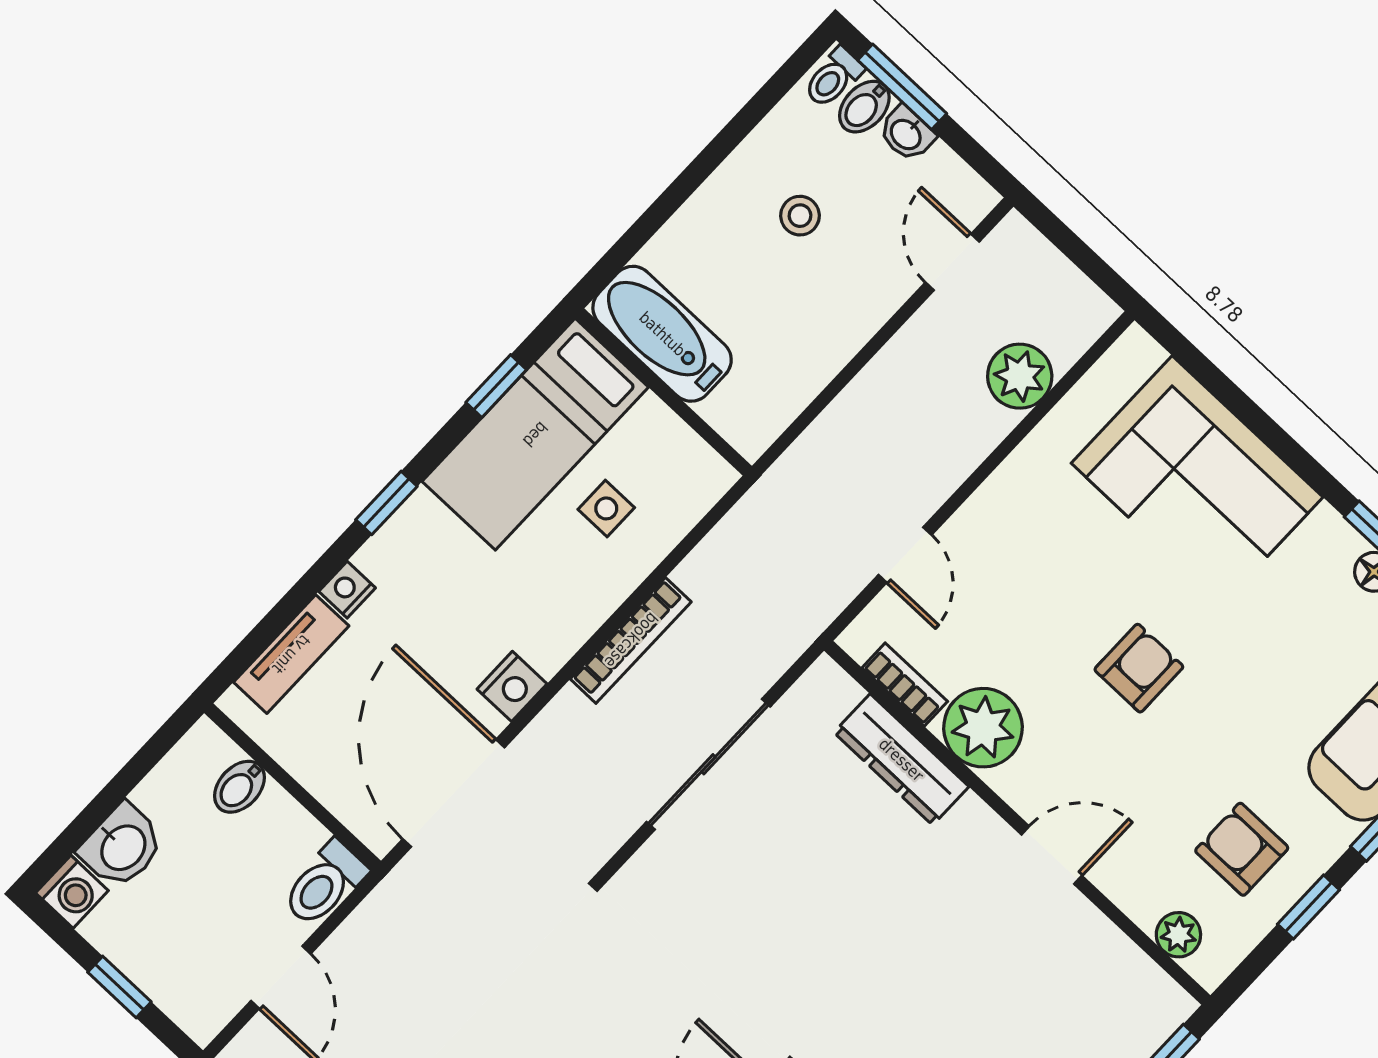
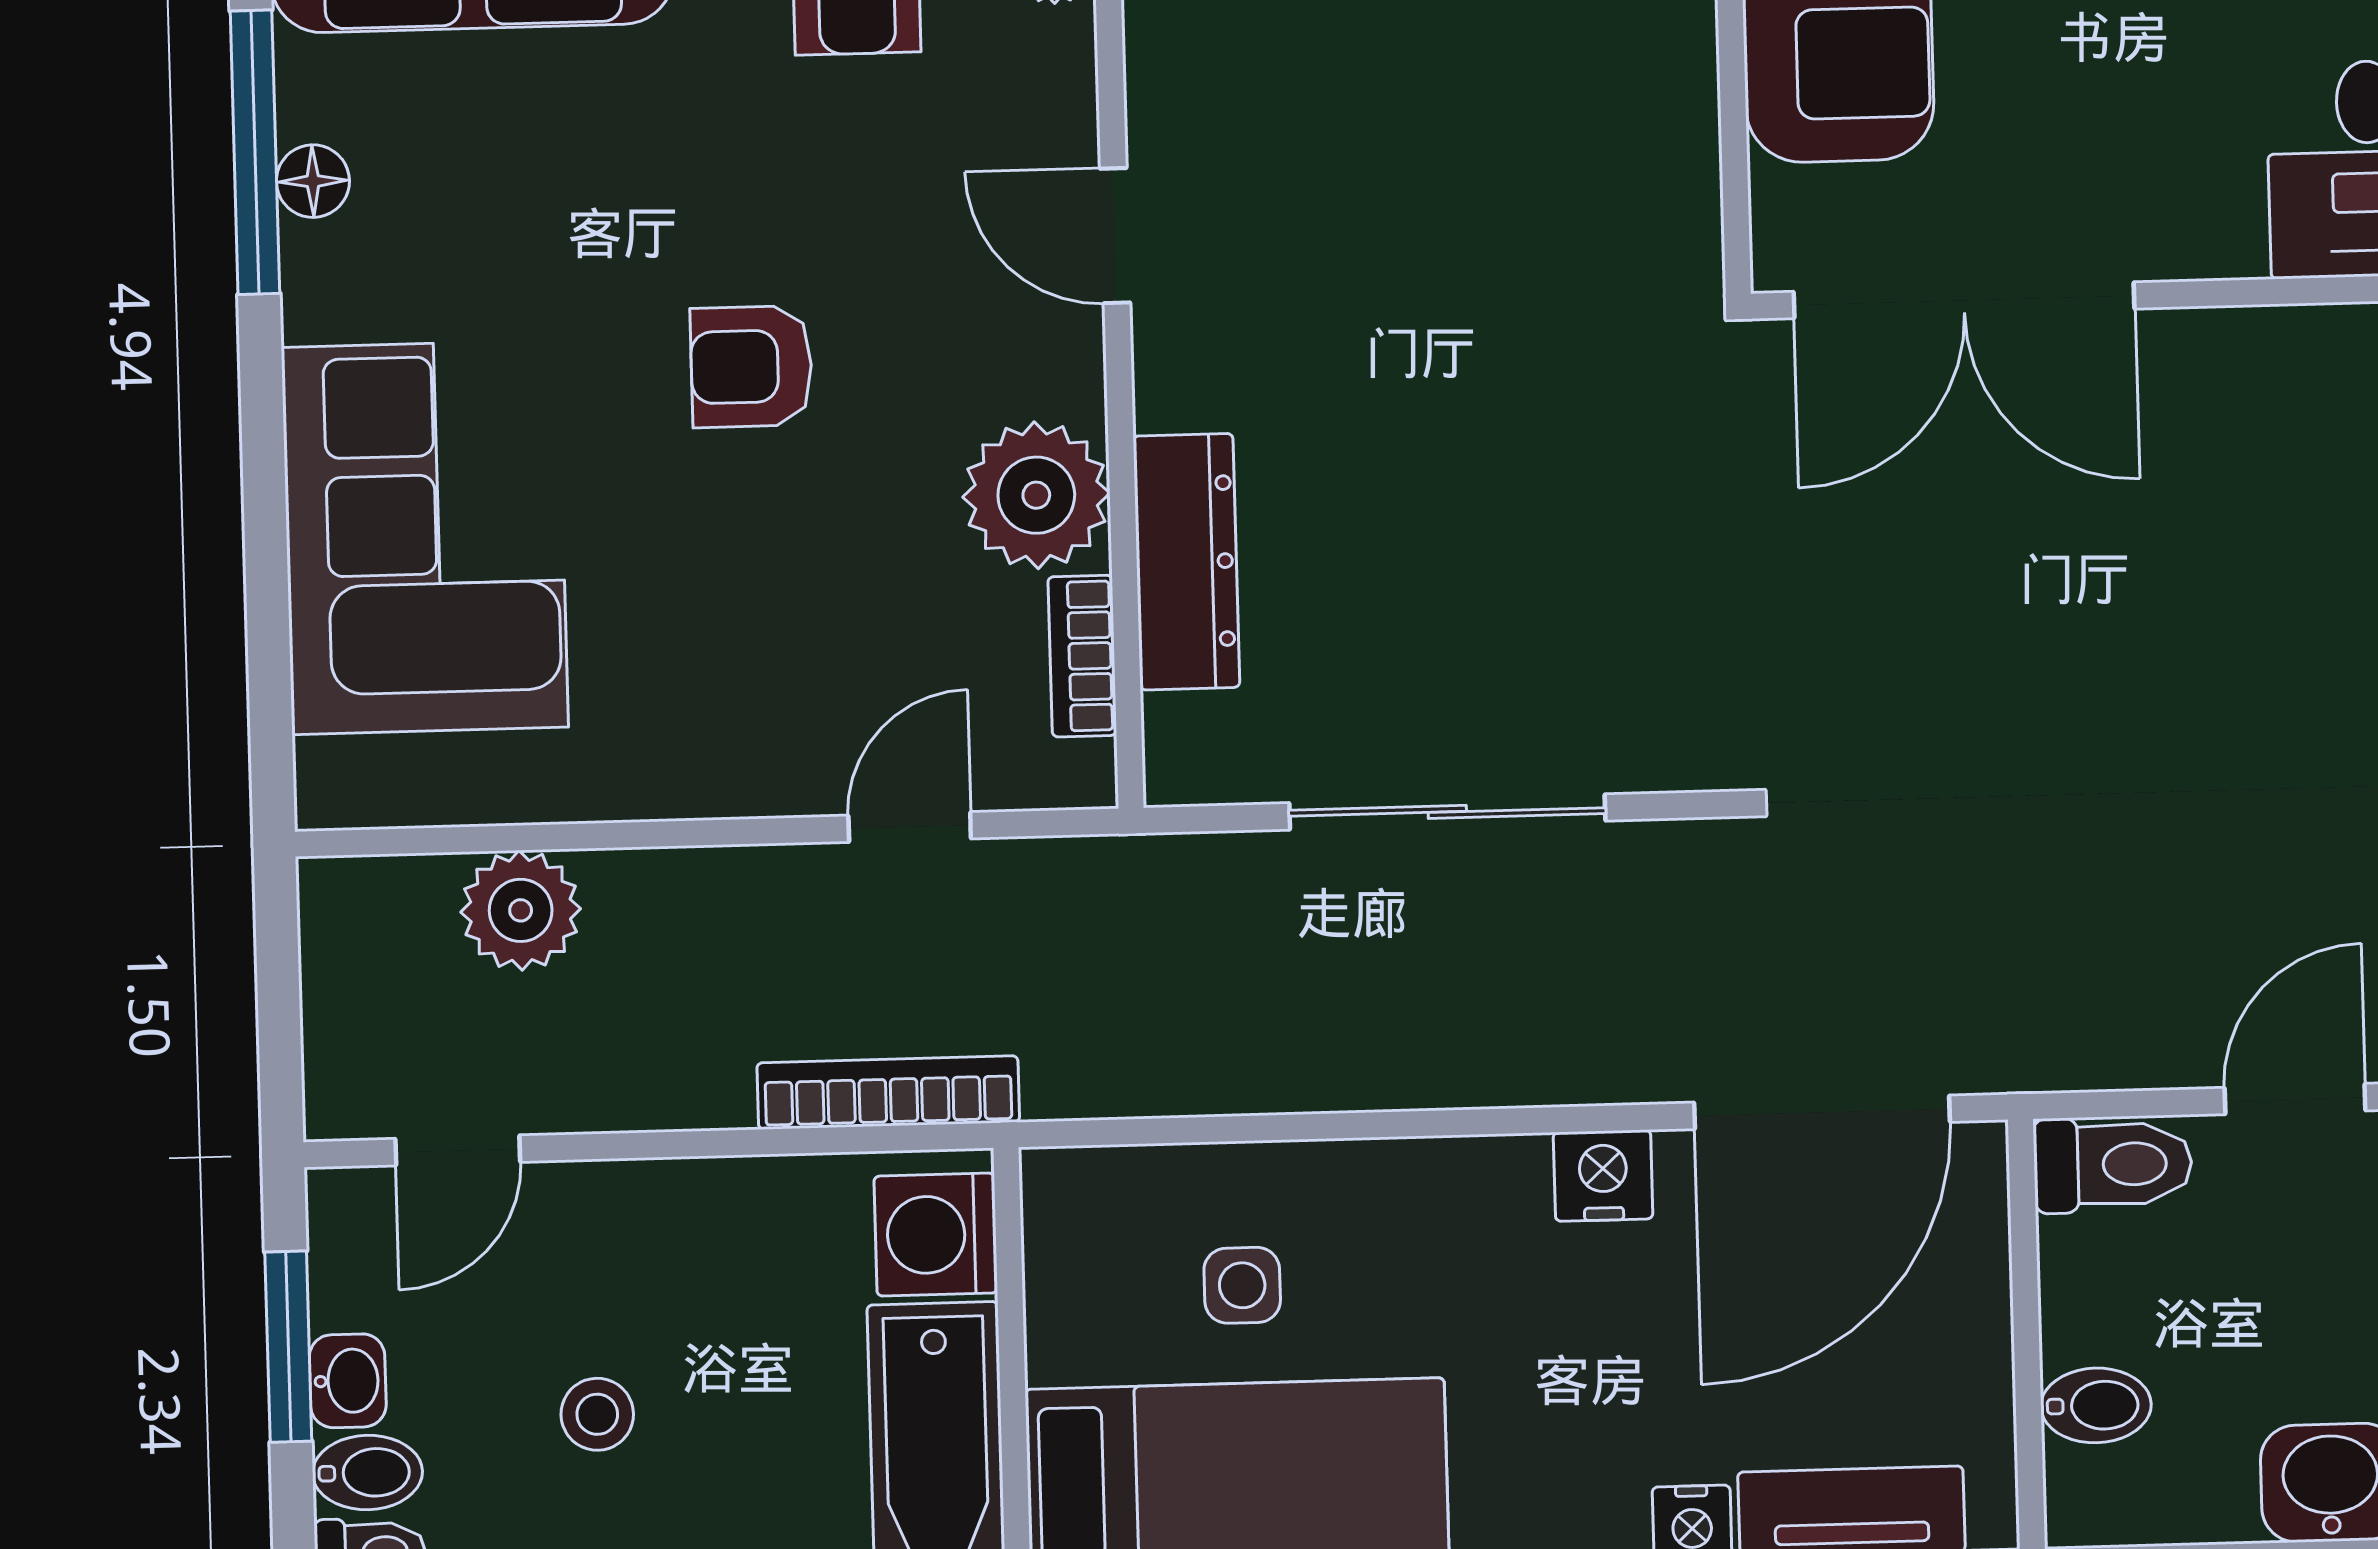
window: (902, 87) -> (288, 1347), moved
washing machine: (741, 411) -> (936, 1235), added
bookcase: (631, 640) -> (888, 1093), moved

